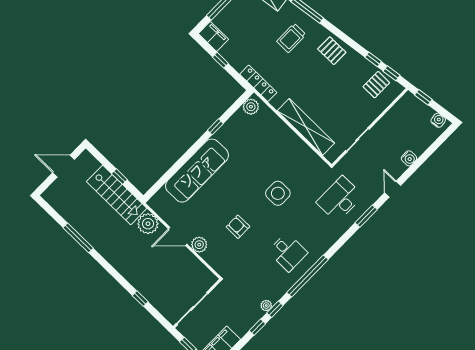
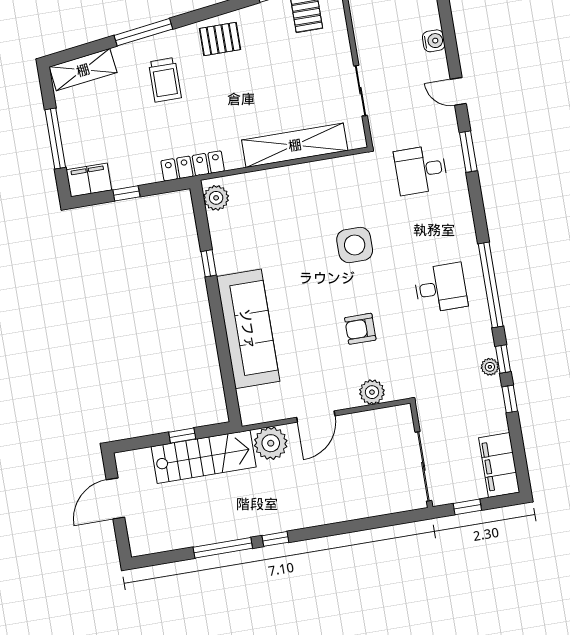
desk: (340, 199) -> (421, 170), width x0.73
plant: (199, 245) -> (372, 392), moved
window: (140, 299) -> (275, 539), moved

